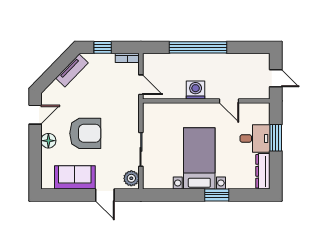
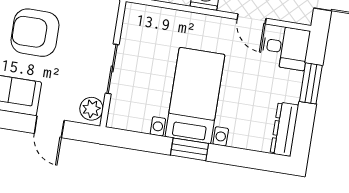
armchair: (85, 133) -> (35, 33), turned 180
desk: (255, 138) -> (286, 48), moved
window: (217, 195) -> (190, 149), moved

